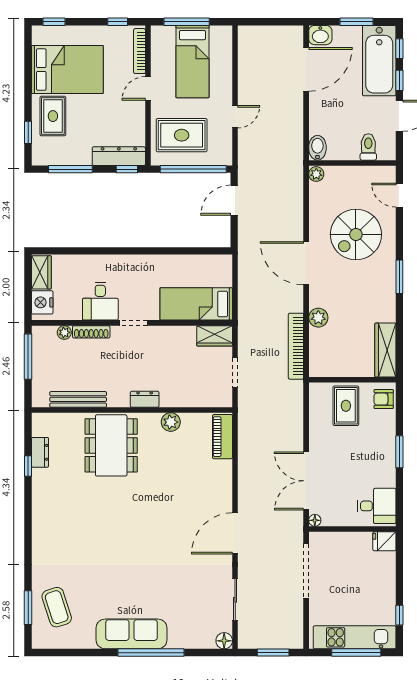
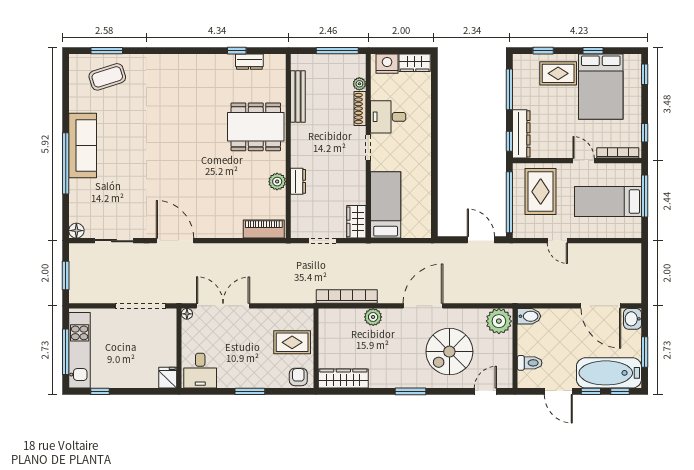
window: (28, 78) -> (593, 51), added
plant: (316, 174) -> (499, 321), width x1.88, depth x1.88
spiral stairs: (356, 234) -> (449, 352), turned -90
dresser: (145, 399) -> (298, 181), moved

